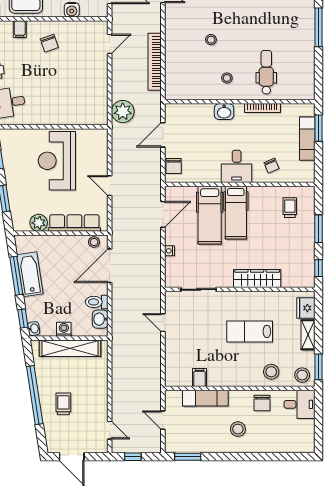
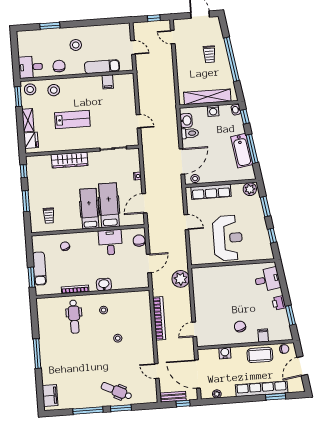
desk: (237, 166) -> (110, 242), moved
plant: (39, 223) -> (250, 189), moved
window: (188, 457) -> (50, 26), moved

